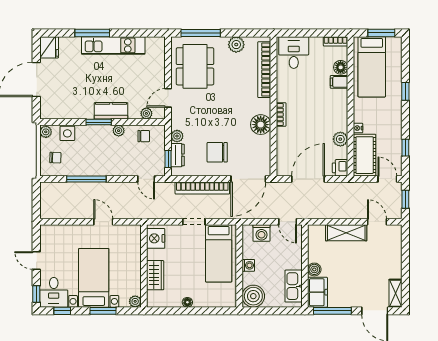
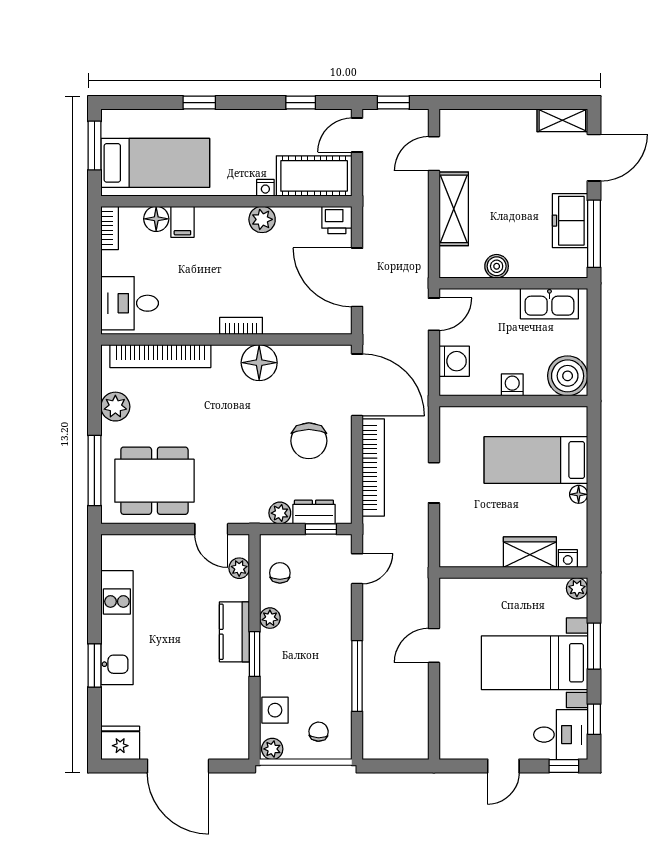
window: (92, 33) -> (94, 665), width x0.69
plant: (340, 139) -> (262, 219), moved
nightstand: (156, 238) -> (568, 559), moved, width x0.53, depth x0.56
bed: (219, 253) -> (536, 460), moved, turned 180
boiler: (314, 269) -> (497, 266), moved
freezer: (318, 292) -> (570, 221), moved, turned -90

